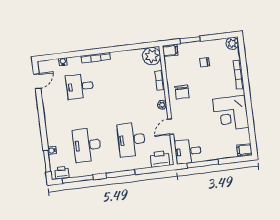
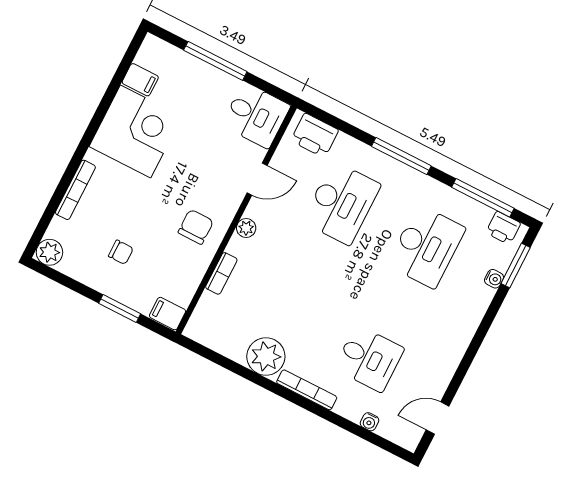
plant: (152, 56) -> (266, 357), moved
filing cabinet: (244, 150) -> (140, 80), moved
window: (203, 164) -> (215, 61), moved

